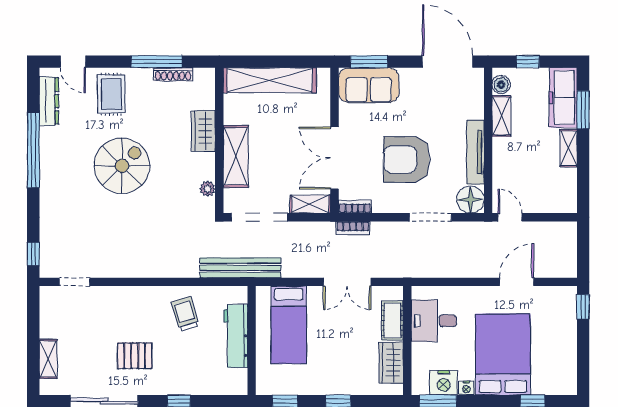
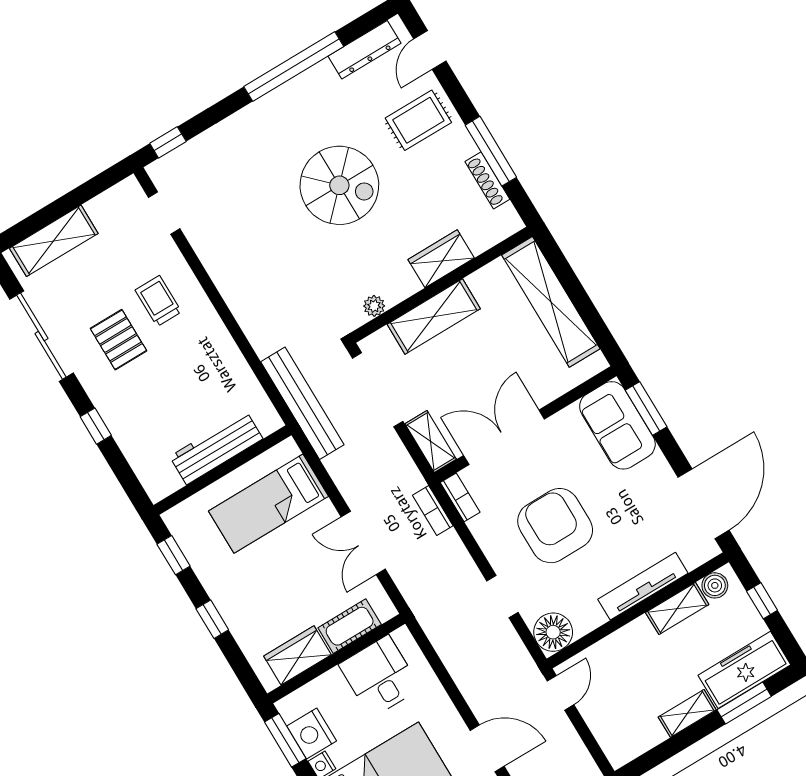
tv unit: (475, 152) -> (643, 586), moved
doorway: (430, 217) -> (502, 597), width x0.73
trolley: (185, 314) -> (158, 301), moved, turned -73
shelving: (48, 359) -> (54, 241), width x1.50, depth x1.33

